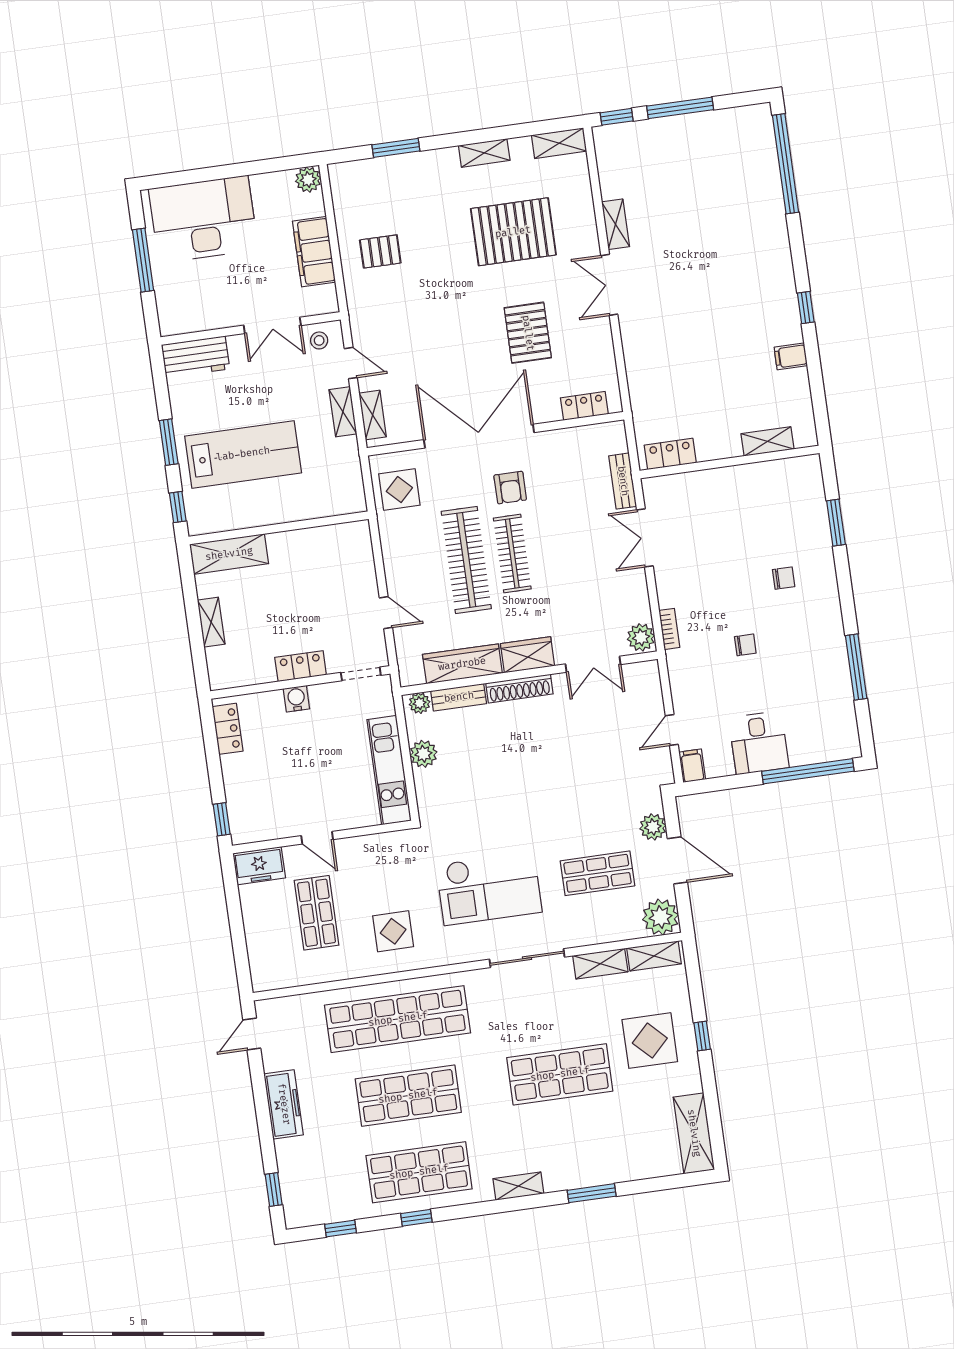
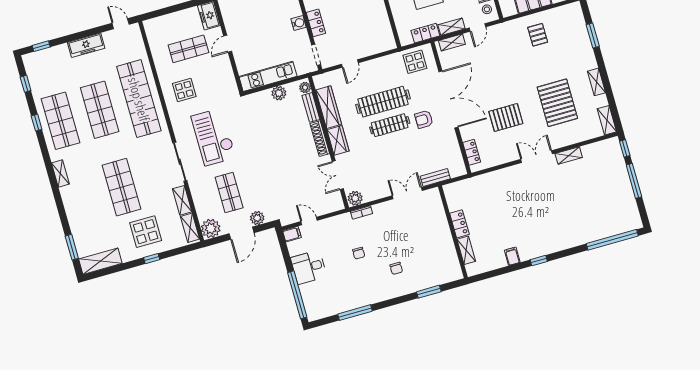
locker: (670, 454) -> (459, 224), moved
locker: (348, 462) -> (425, 33), added
window: (592, 1193) -> (72, 247), moved

